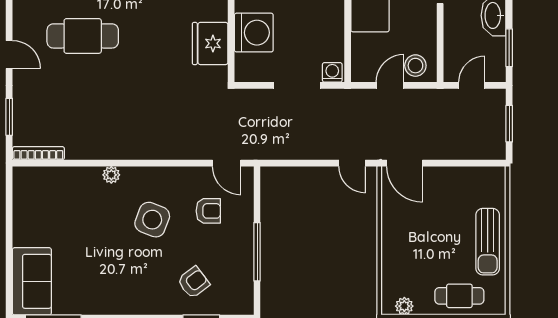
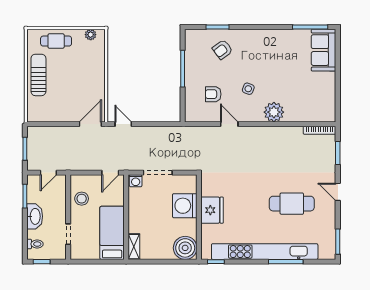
fridge: (210, 43) -> (212, 210), moved
stool: (415, 66) -> (82, 199), moved
door: (390, 85) -> (110, 173), moved
door: (227, 163) -> (229, 124), moved
door: (405, 163) -> (90, 124), hinge flipped
plant: (111, 175) -> (274, 112), width x1.88, depth x1.88
side table: (152, 220) -> (248, 89), width x0.54, depth x0.54

